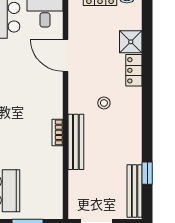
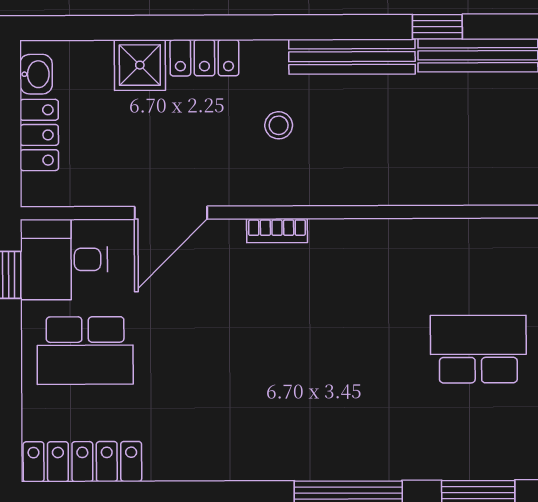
bookcase: (57, 132) -> (277, 231), moved
bench: (76, 142) -> (352, 57), moved

